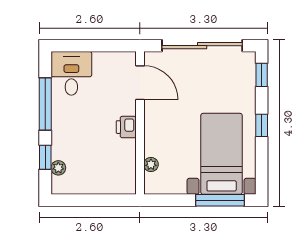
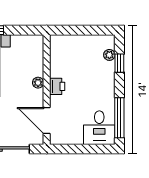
window: (45, 104) -> (119, 118), moved
plant: (151, 164) -> (38, 83), moved

